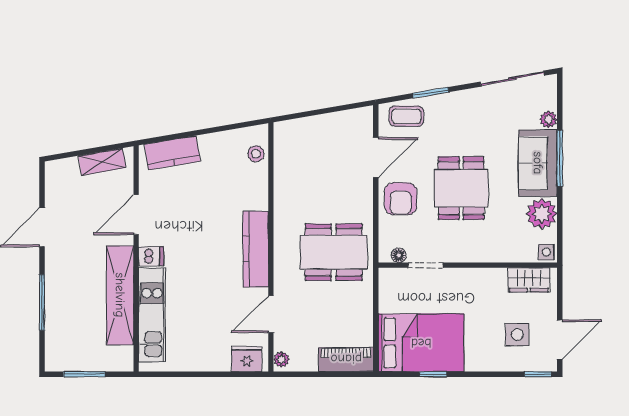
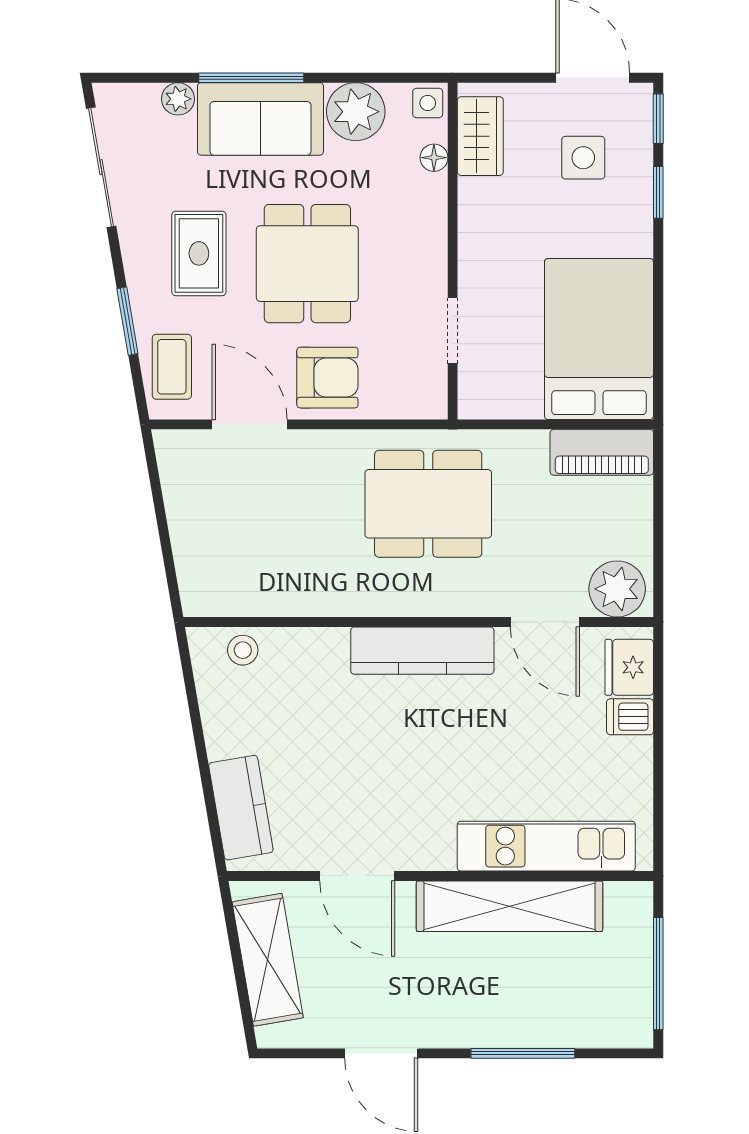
rug: (466, 131) -> (199, 253), added
shelving: (102, 162) -> (268, 960), width x1.50, depth x1.33
dining table: (461, 188) -> (307, 264), turned 90
dining table: (334, 252) -> (428, 504), turned 90
floor lamp: (399, 255) -> (434, 158), moved
dishwasher: (151, 256) -> (630, 717), moved, turned -90
plant: (281, 359) -> (617, 589), width x1.88, depth x1.88
piano: (346, 359) -> (602, 452), moved, turned -90
window: (84, 374) -> (658, 974), width x1.44
window: (433, 374) -> (658, 192), moved

